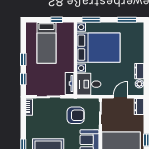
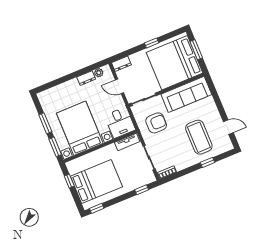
window: (127, 20) -> (45, 123), moved
bed: (46, 43) -> (96, 182), width x1.50
window: (23, 59) -> (97, 208), moved
armchair: (76, 115) -> (156, 123), turned 90

